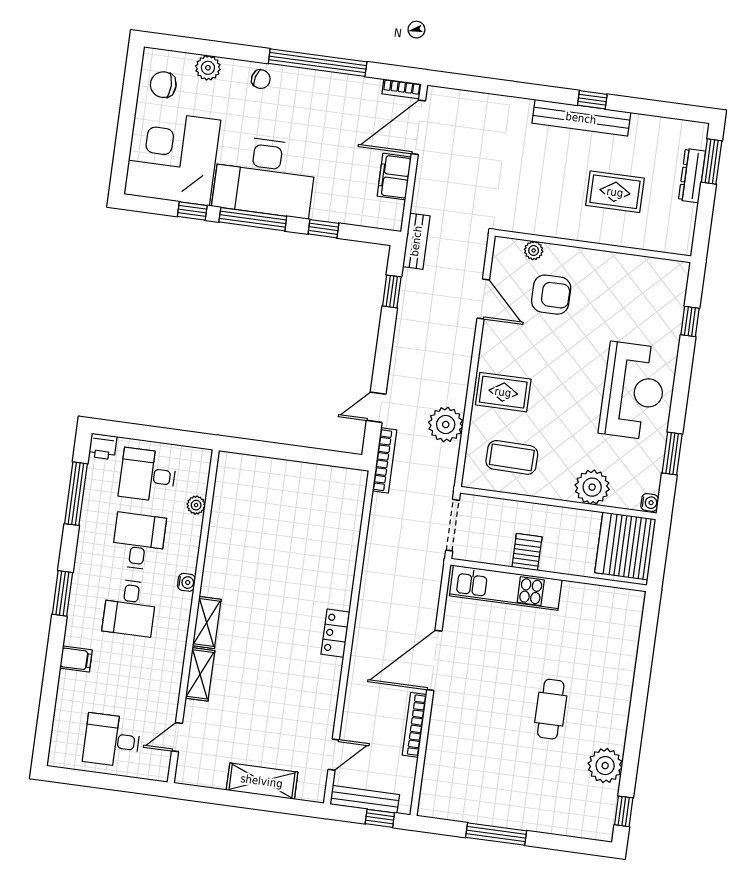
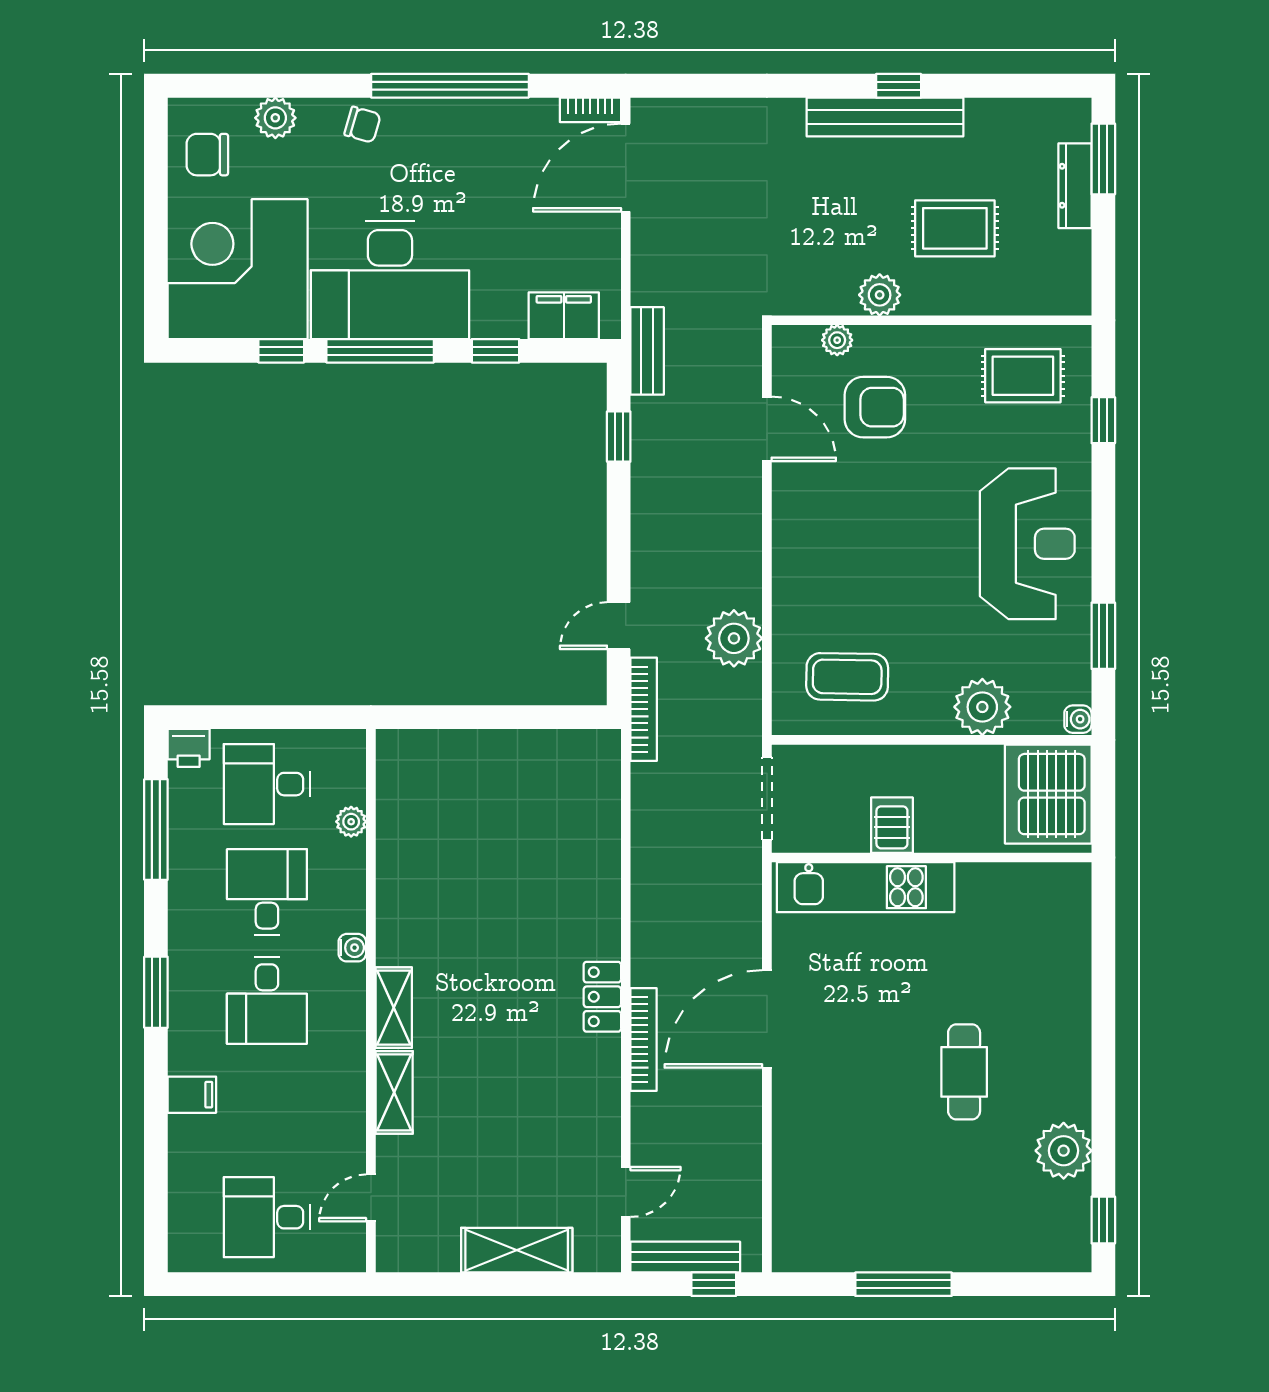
filing cabinet: (394, 177) -> (564, 316), moved, turned 90
plant: (563, 226) -> (880, 295), added
rug: (503, 392) -> (1023, 376), moved
bookcase: (415, 725) -> (644, 1039), moved, turned 180

